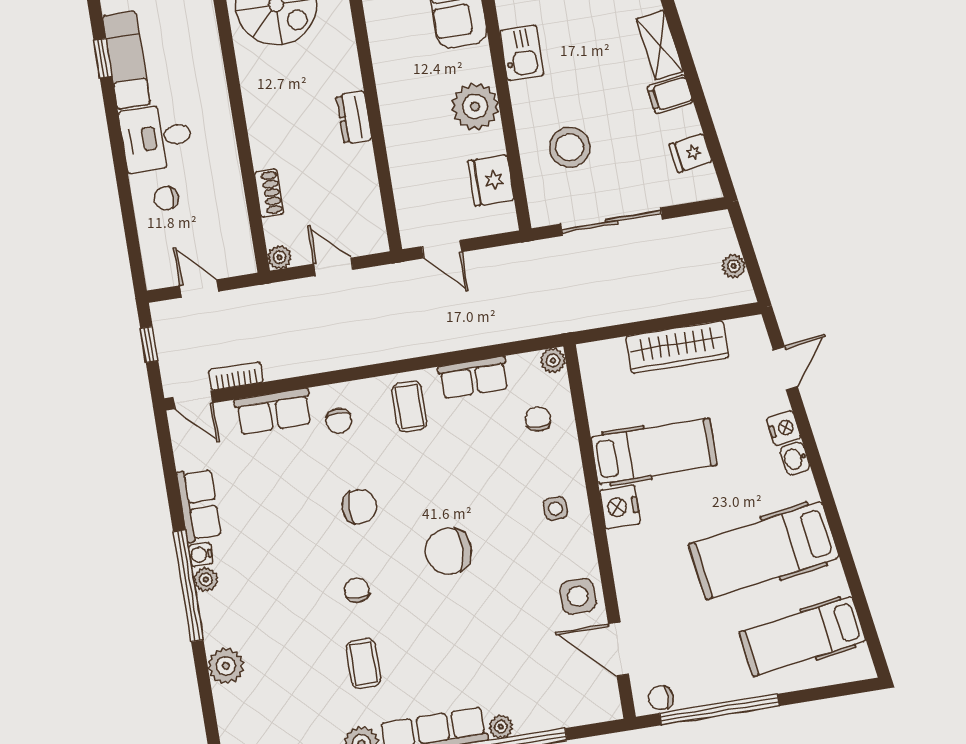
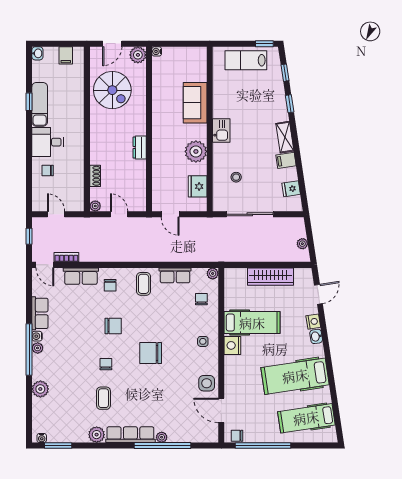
stool: (570, 147) -> (236, 177), width x0.53, depth x0.53

